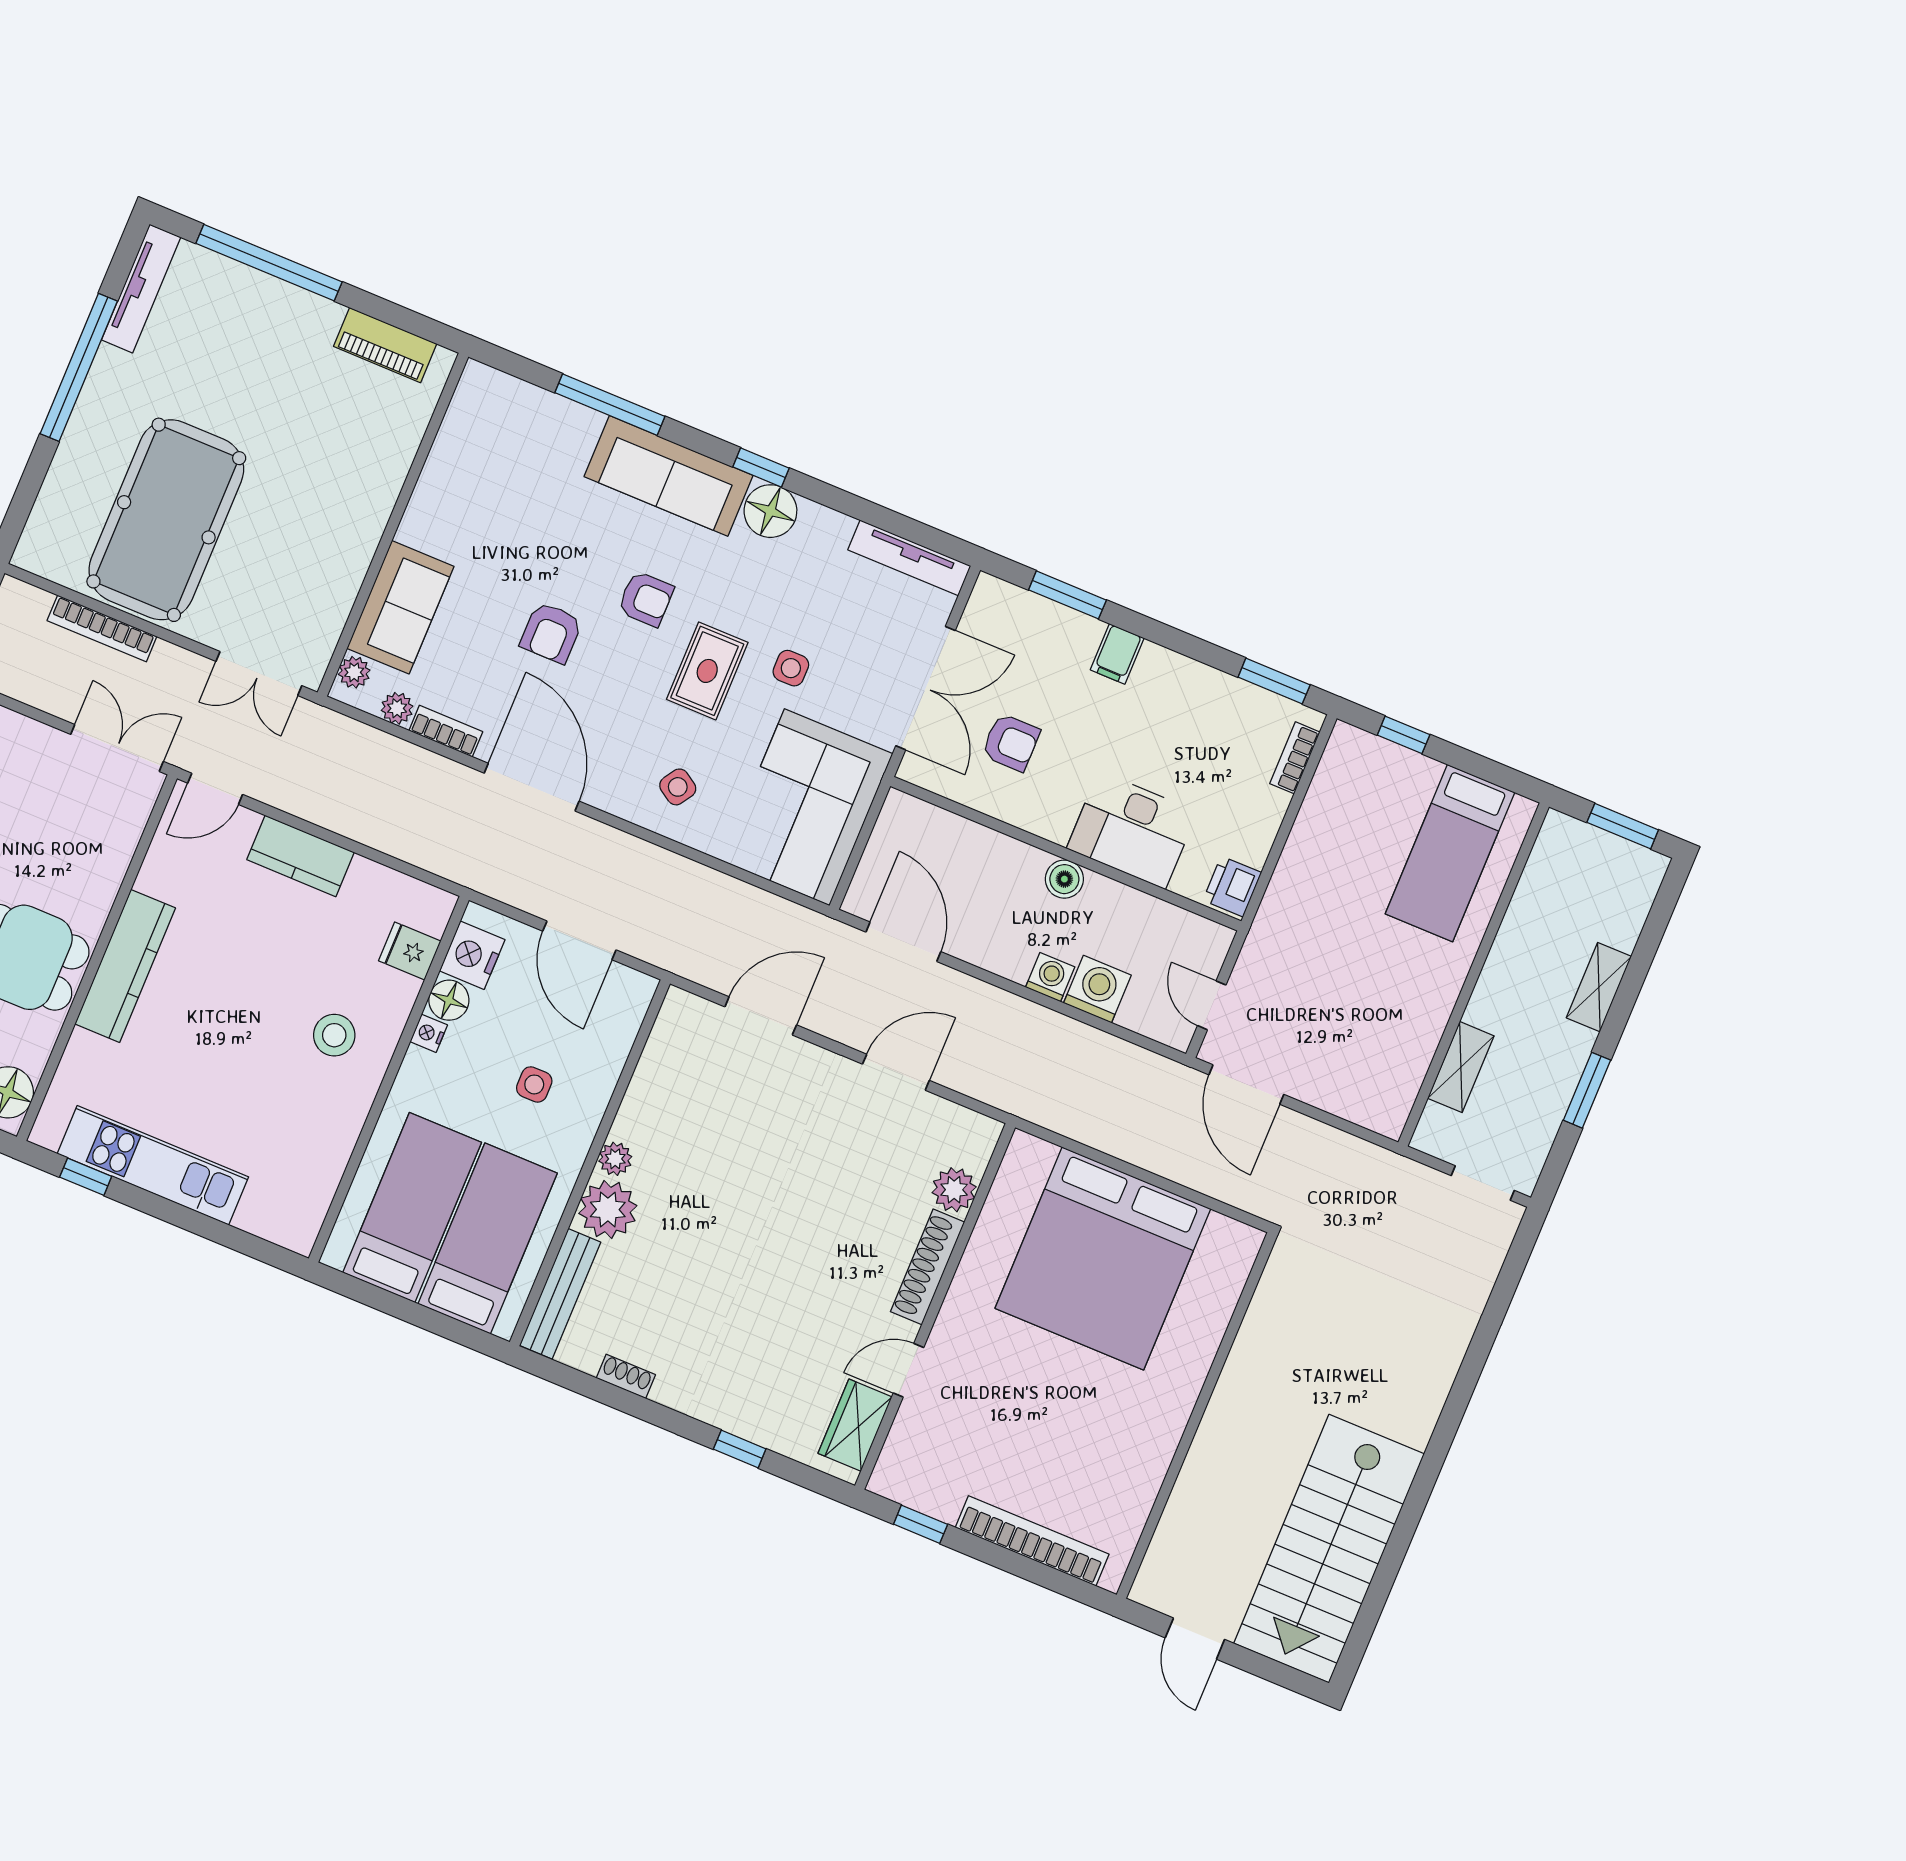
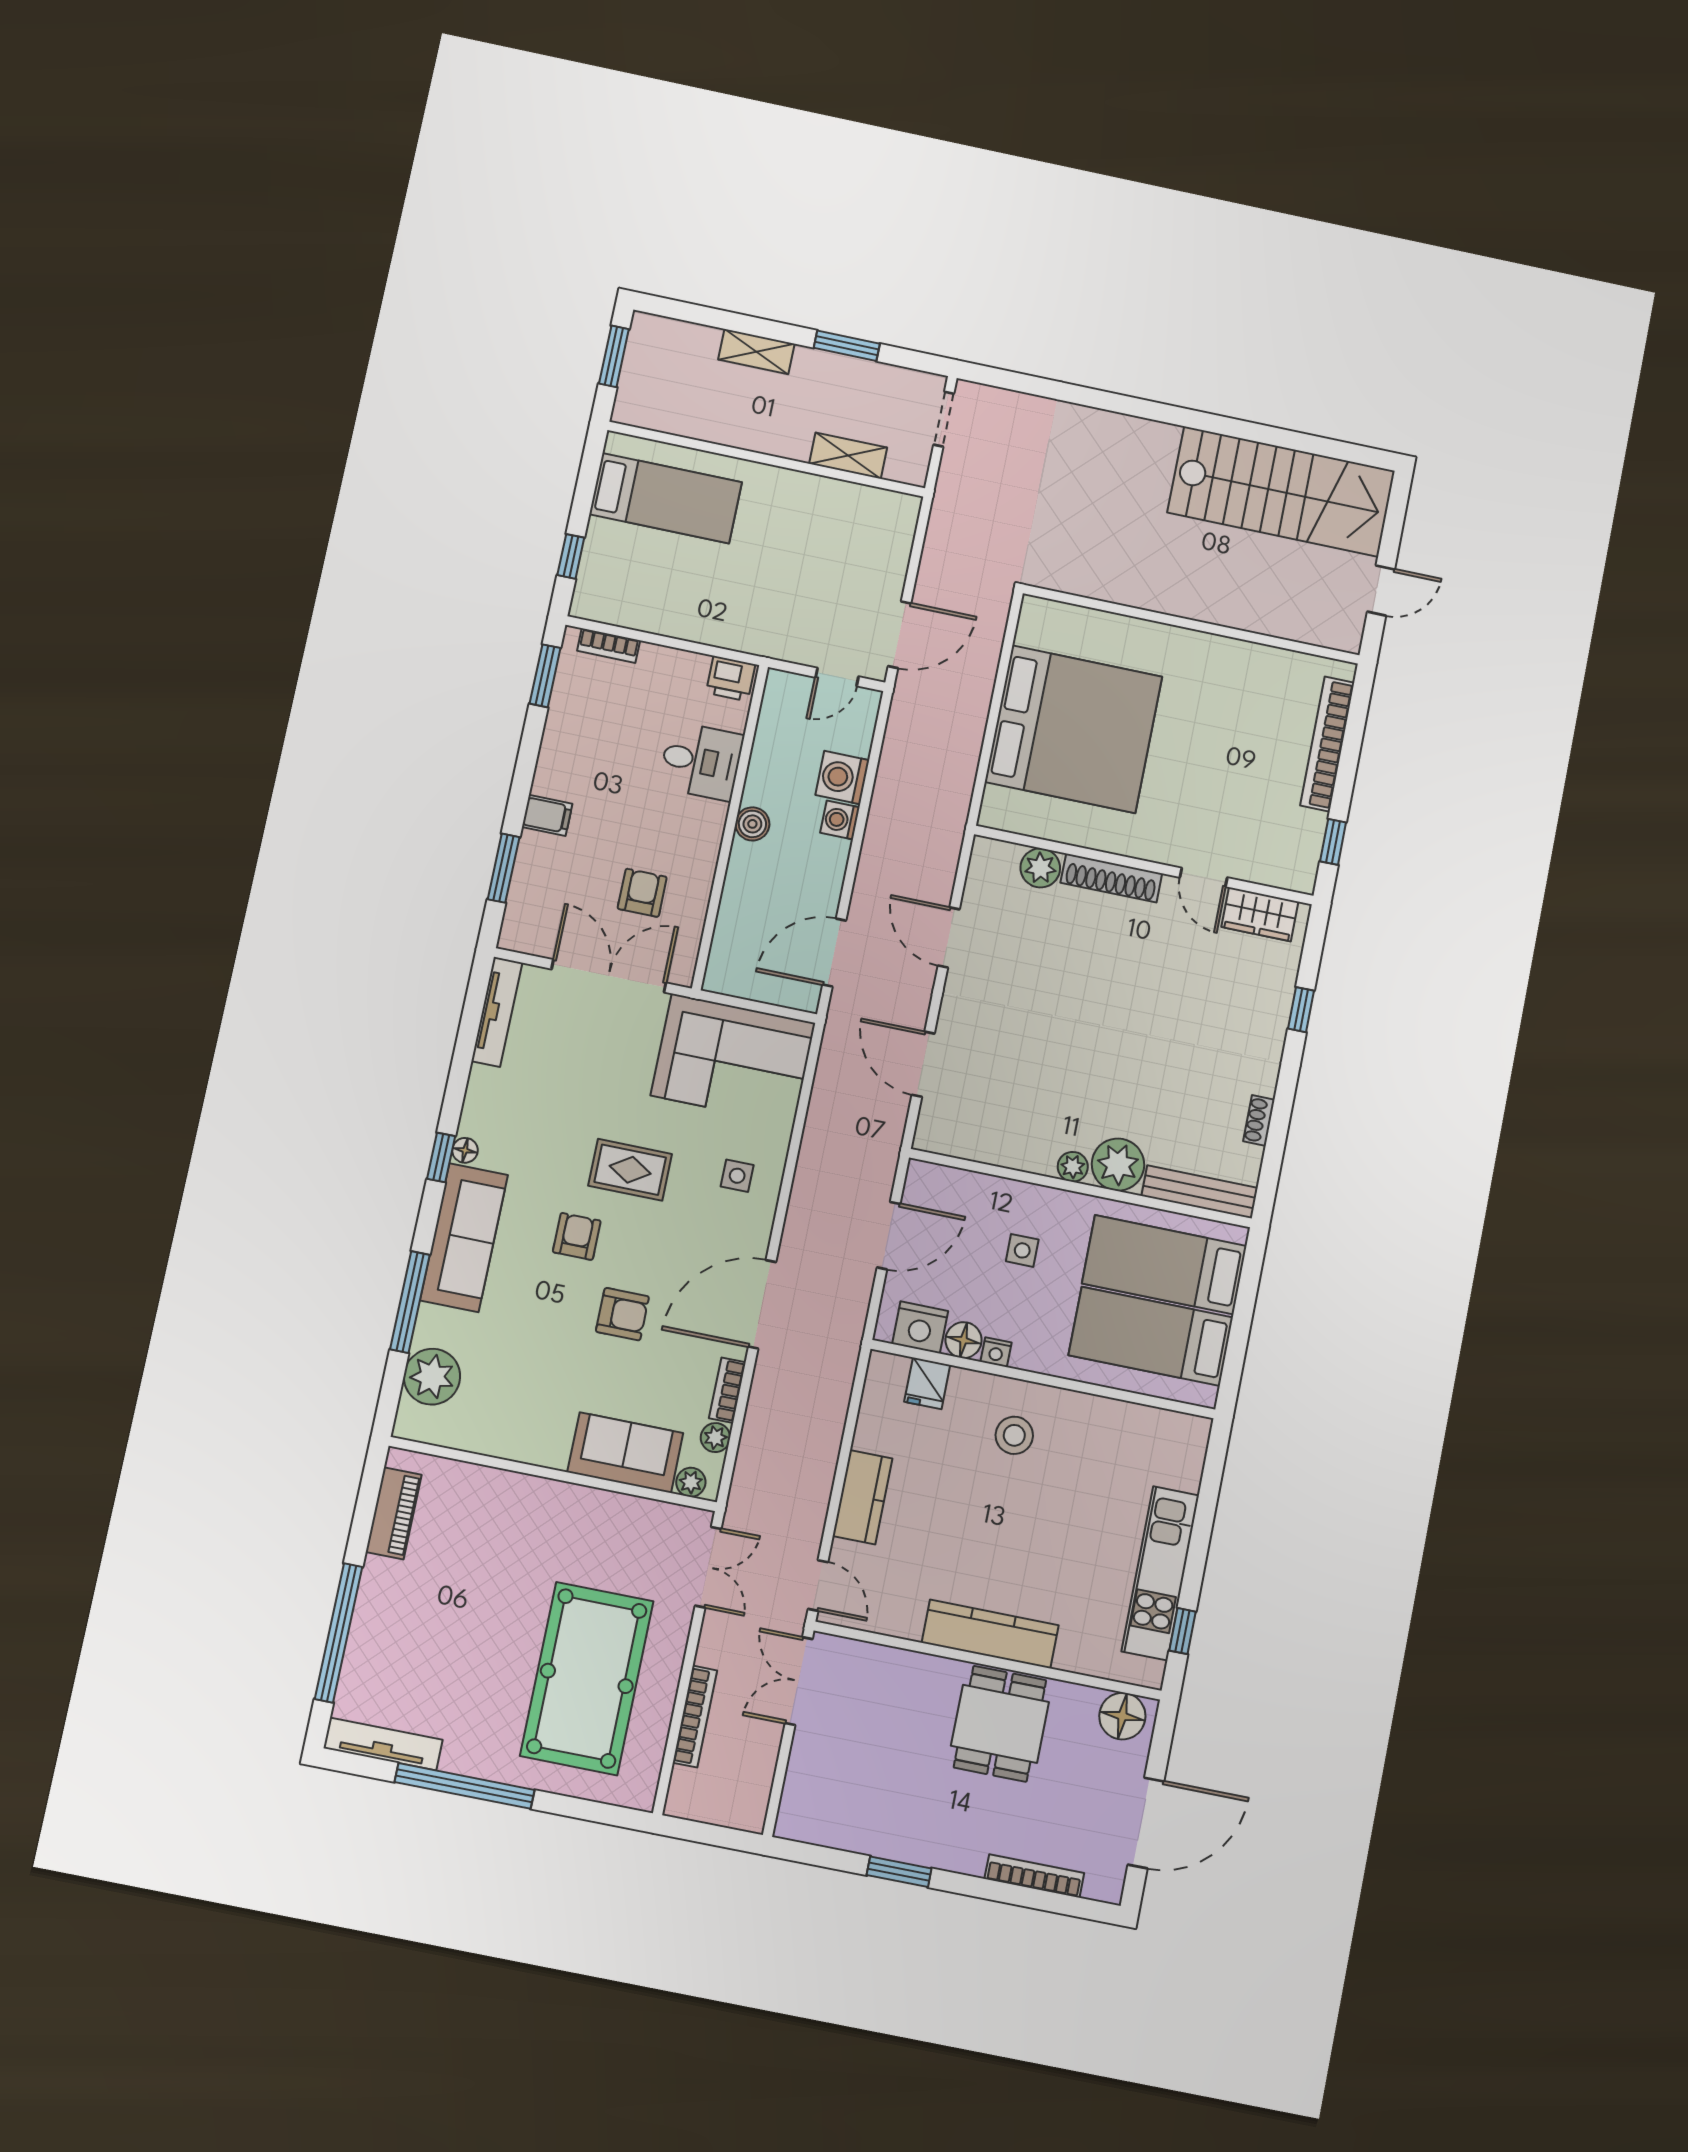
plant: (524, 413) -> (432, 1377), added
floor lamp: (770, 511) -> (465, 1150), width x0.53, depth x0.53
pool table: (166, 520) -> (587, 1678), turned 90
side table: (791, 668) -> (614, 1097), removed
side table: (678, 787) -> (737, 1176), turned -33
desk: (1132, 830) -> (701, 761), width x0.73

